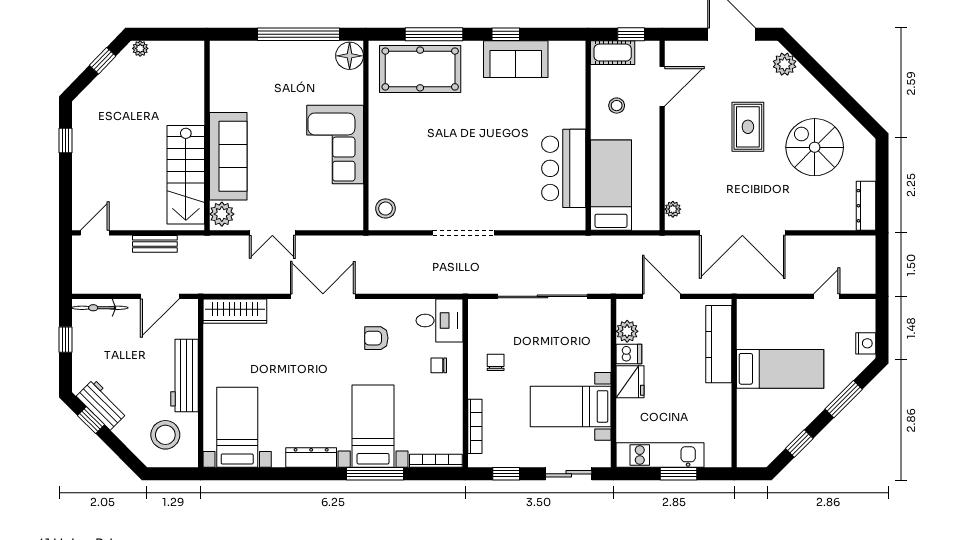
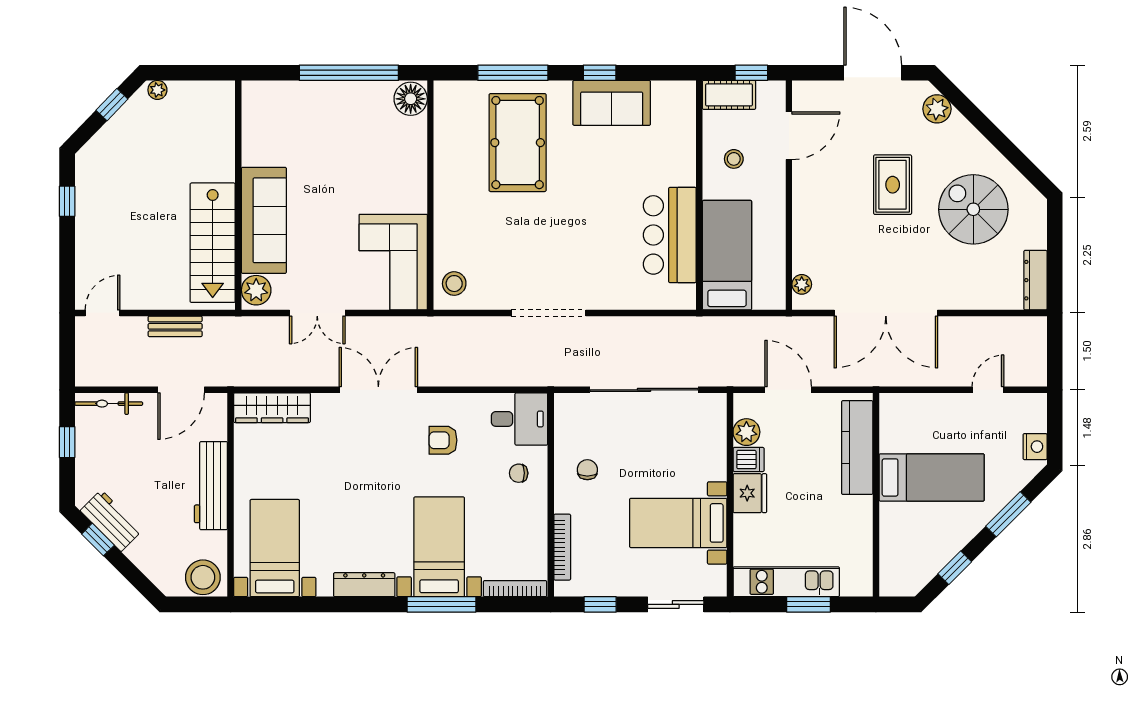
pool table: (420, 69) -> (518, 143), moved, turned 90
corner sofa: (335, 144) -> (393, 262), moved
stool: (165, 435) -> (203, 577), moved

